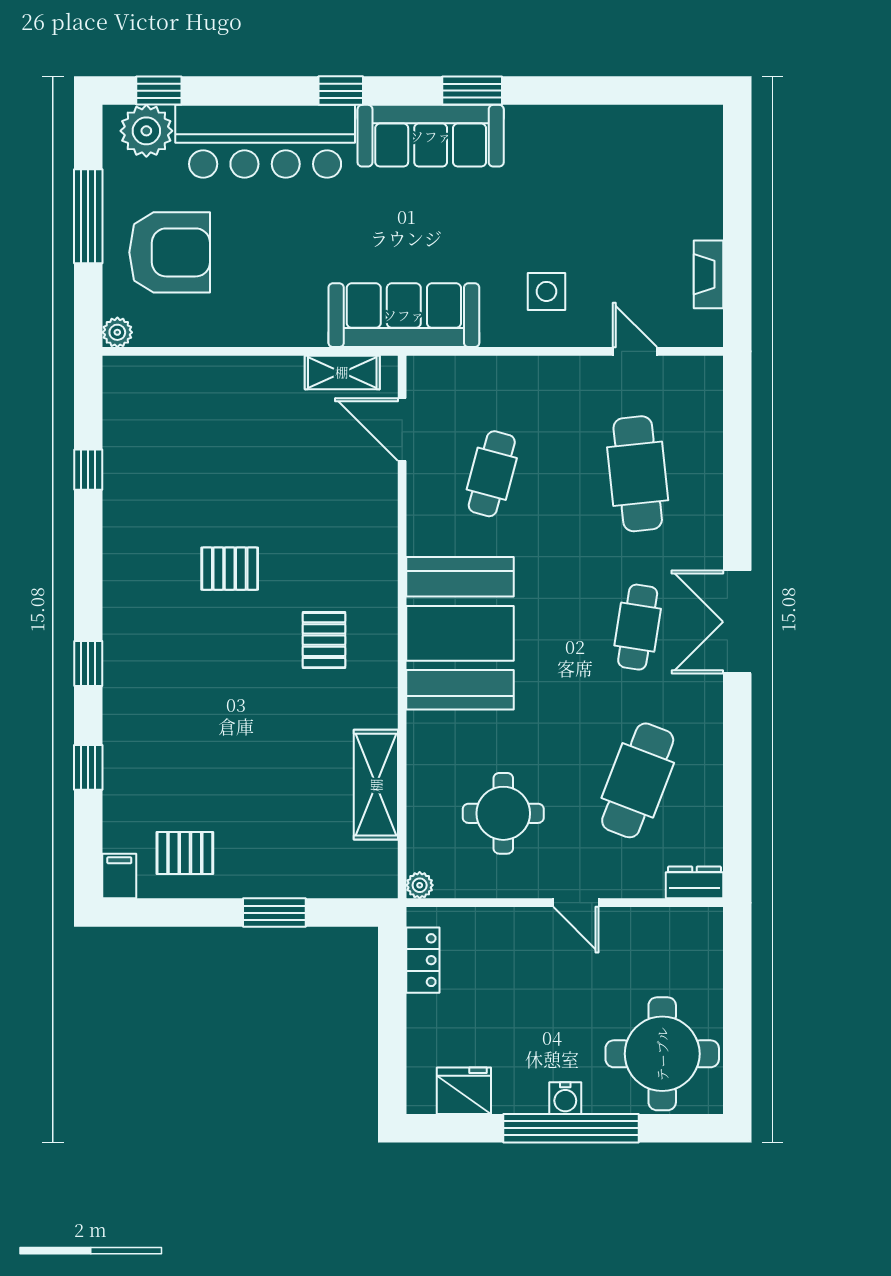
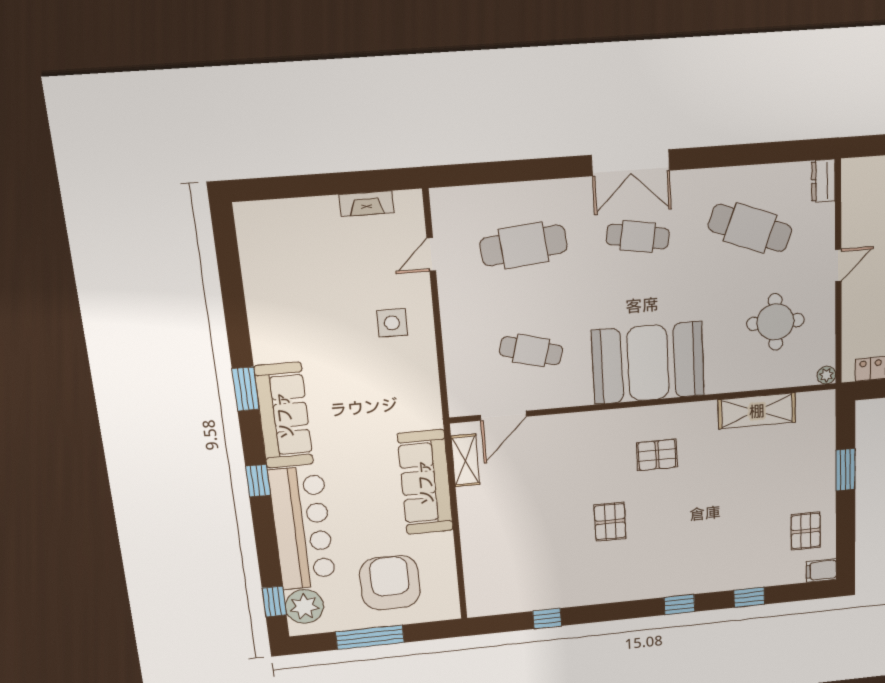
sofa: (404, 315) -> (425, 482), moved
plant: (117, 332) -> (450, 610), removed

